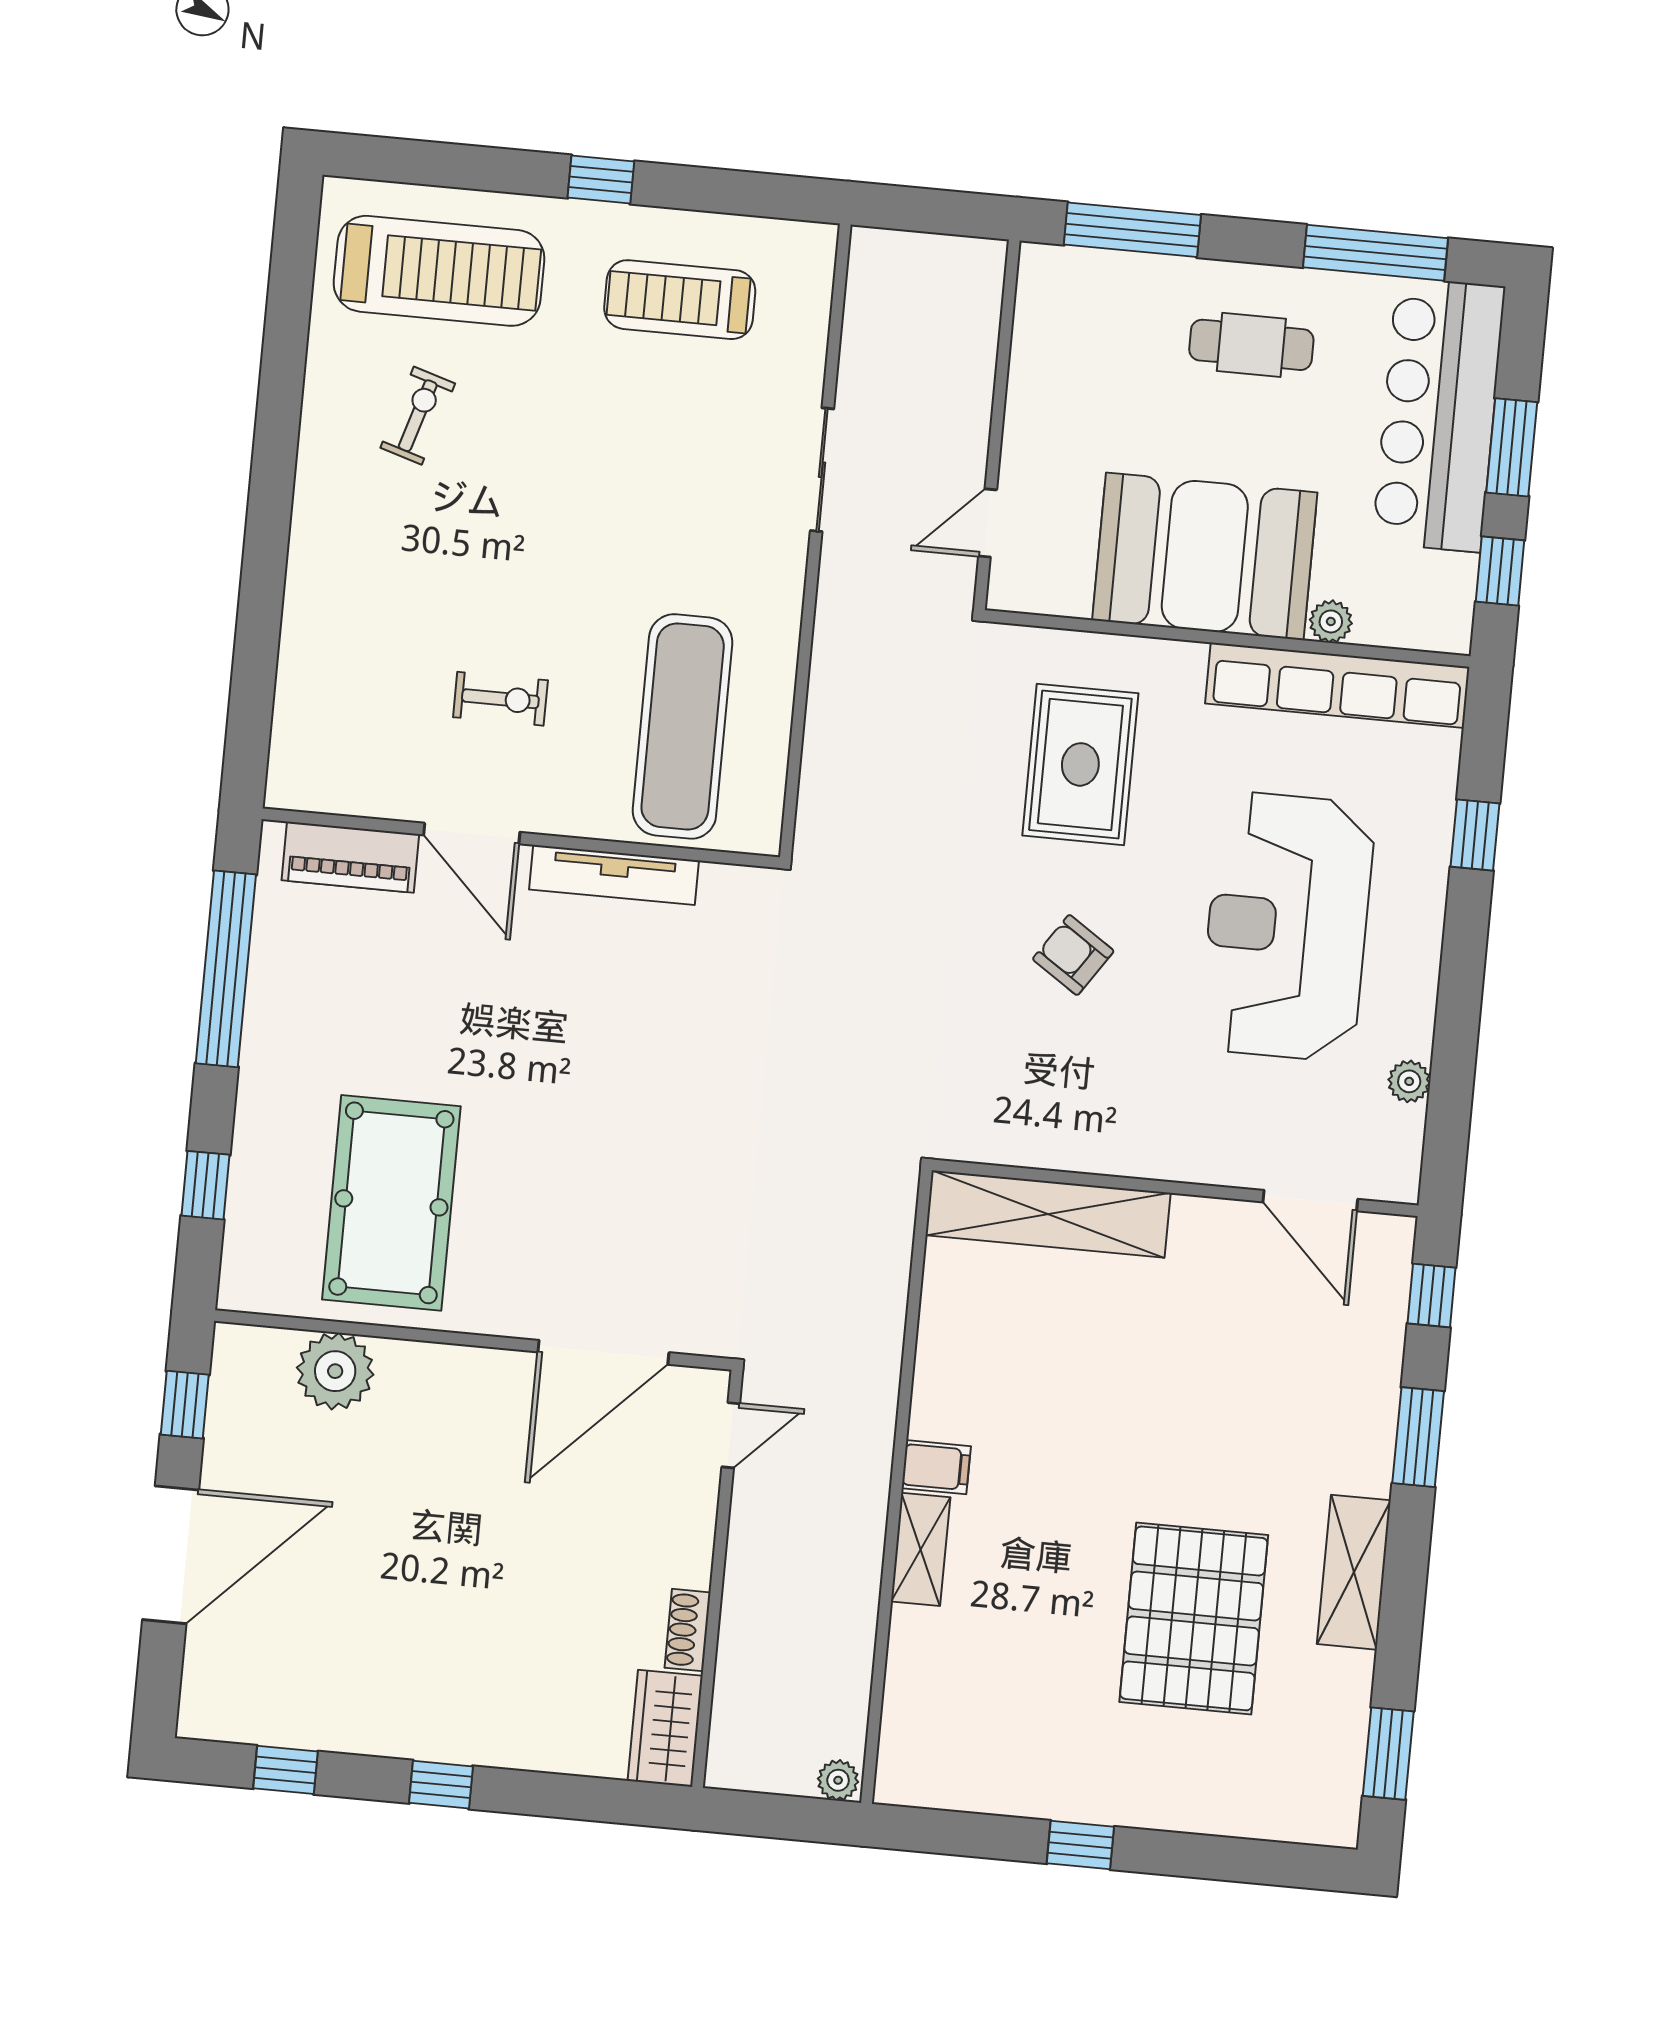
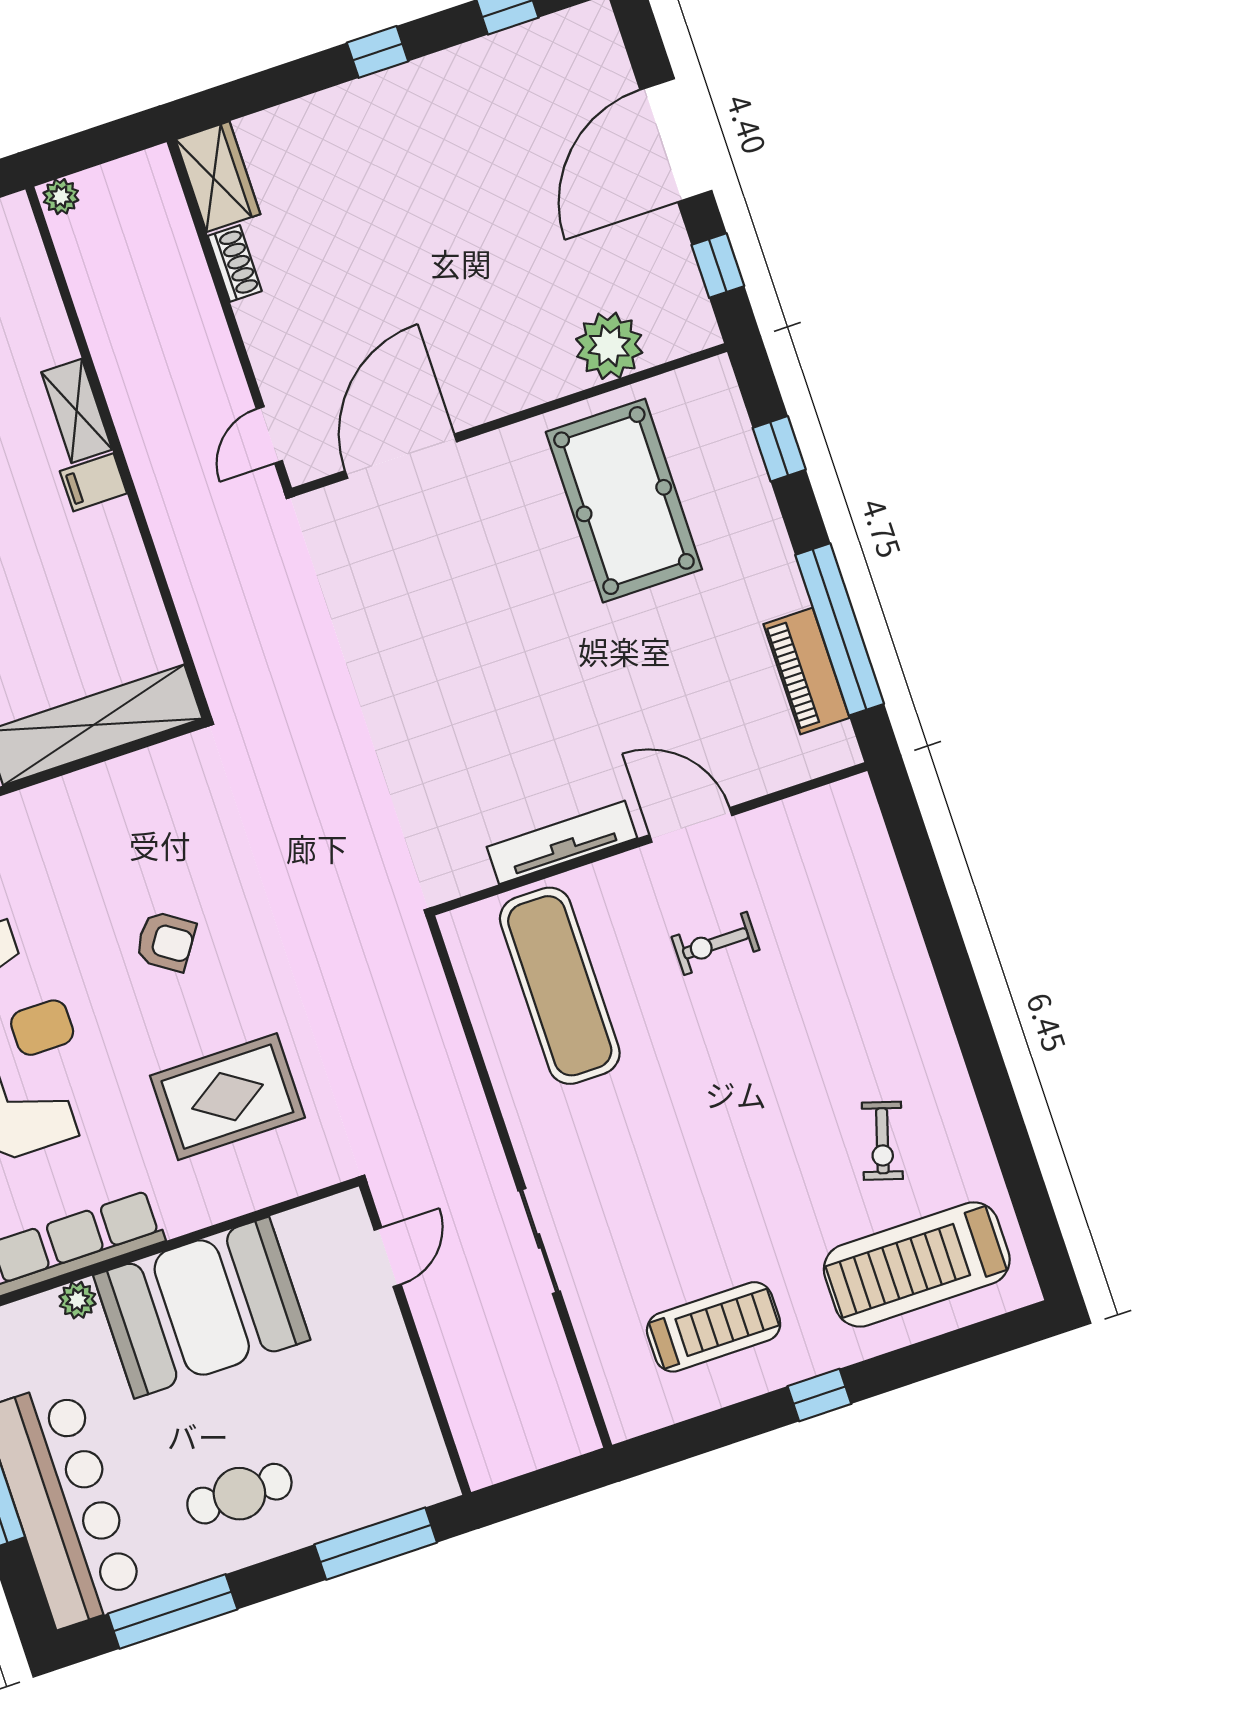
rug: (1080, 764) -> (227, 1097), turned 90
piano: (350, 857) -> (806, 671), moved, turned -90

